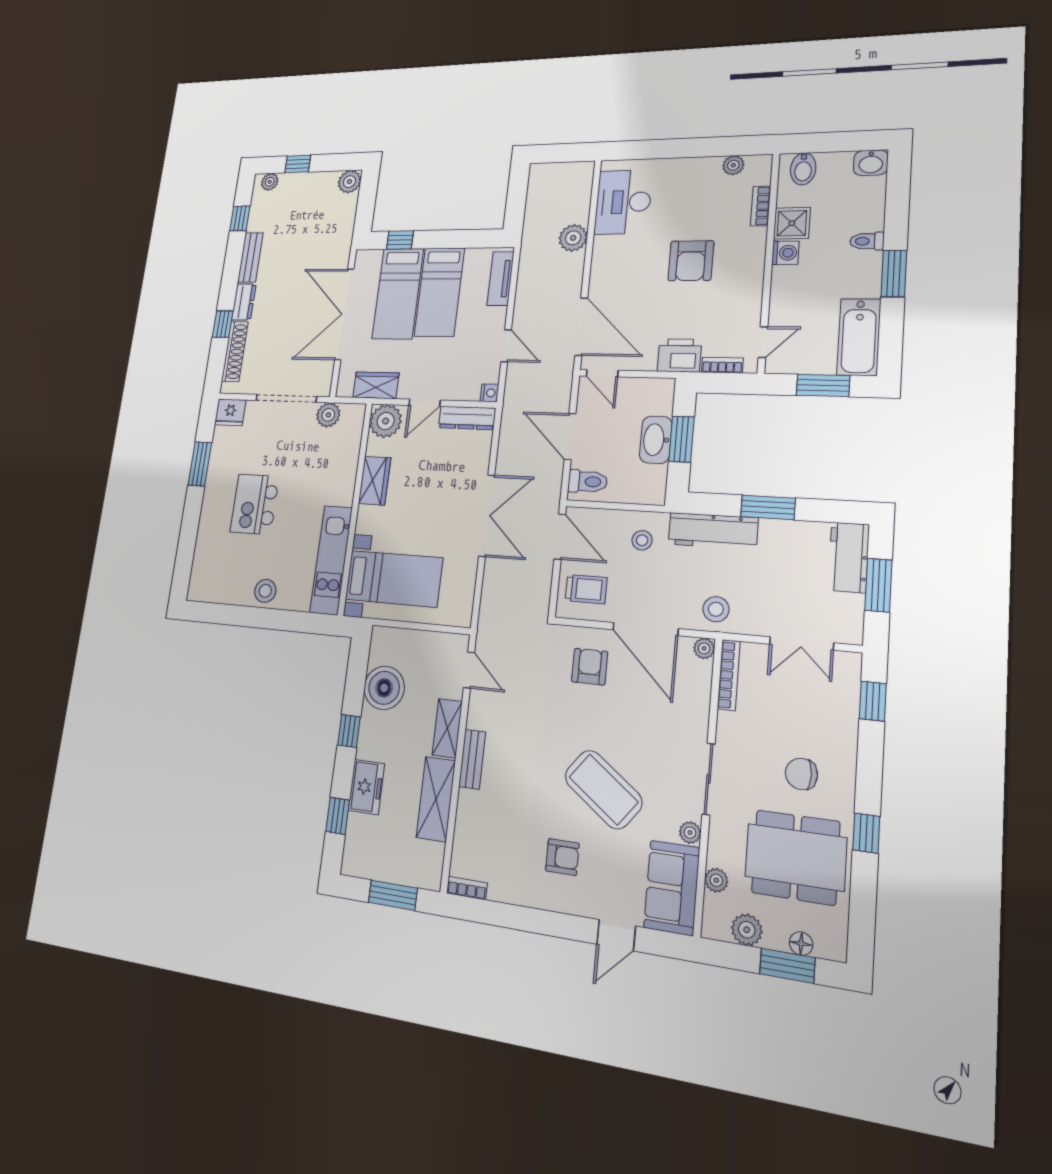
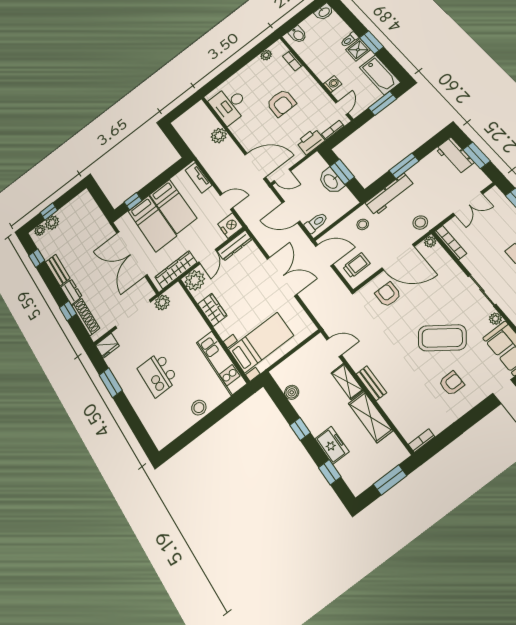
plant: (349, 182) -> (52, 223), moved
shower: (792, 223) -> (358, 50), moved
washing machine: (785, 253) -> (333, 84), moved
wardrobe: (376, 385) -> (176, 270), width x1.50
nightstand: (489, 393) -> (230, 226), width x1.89, depth x1.79
boiler: (384, 688) -> (292, 392), width x0.54, depth x0.54

